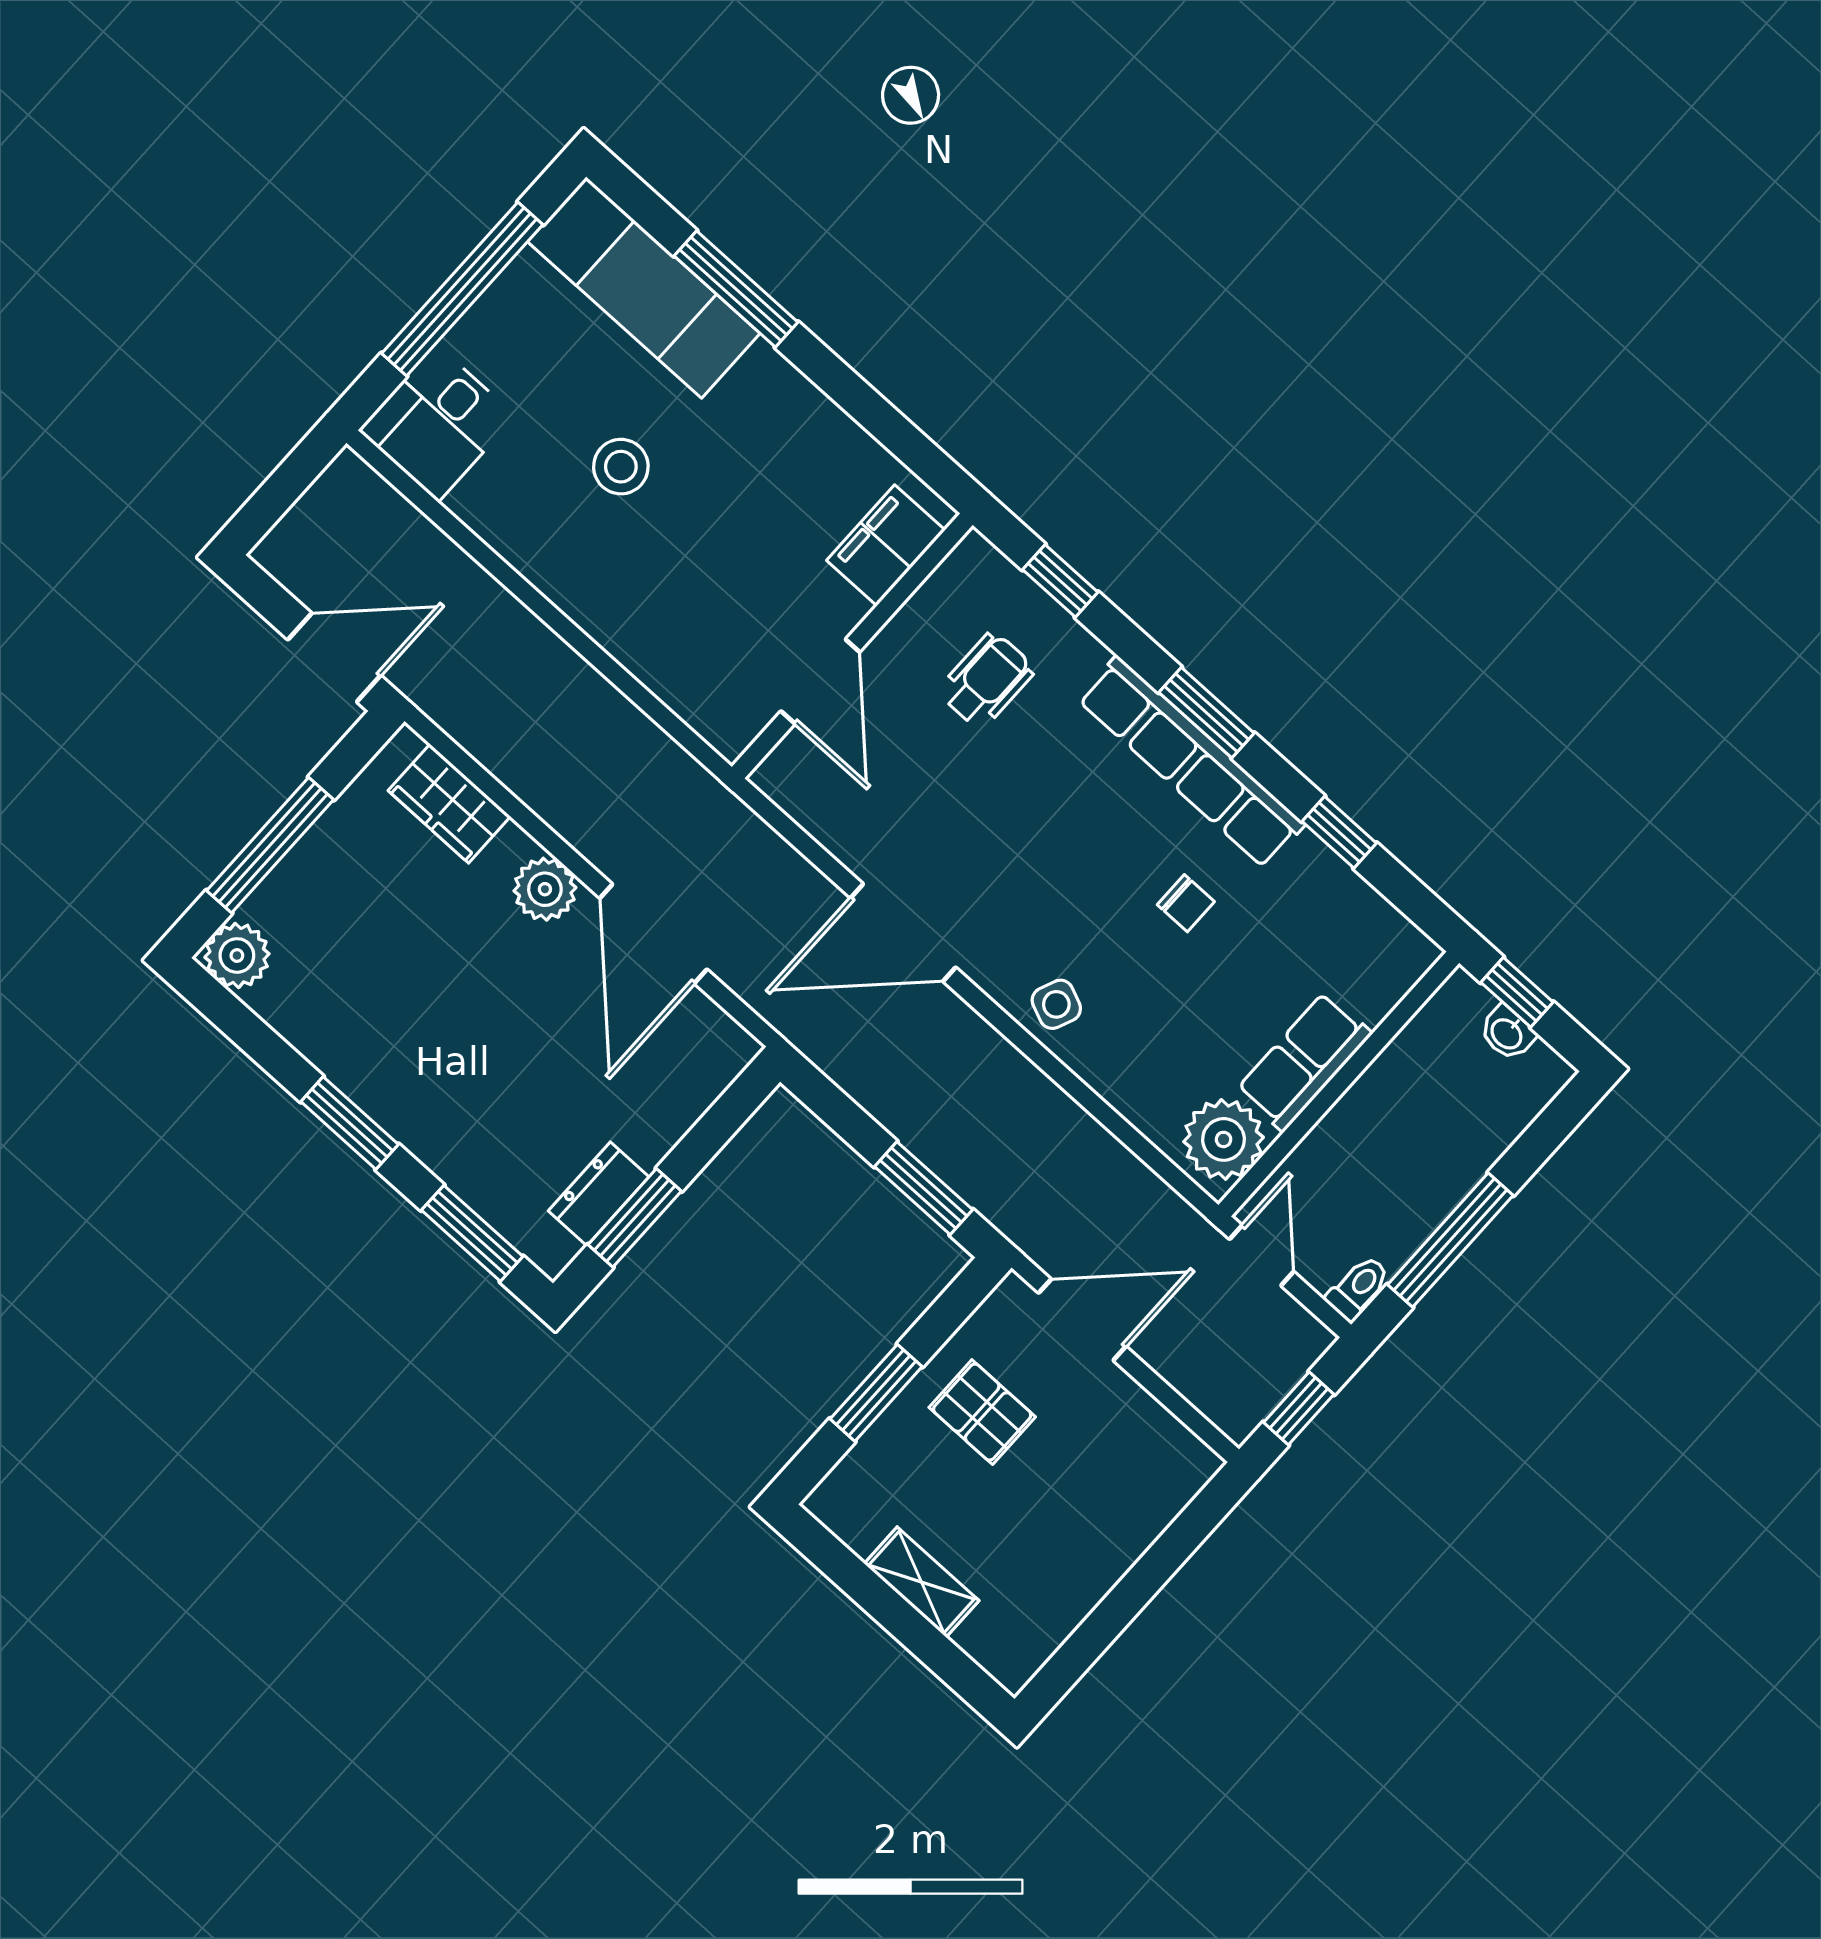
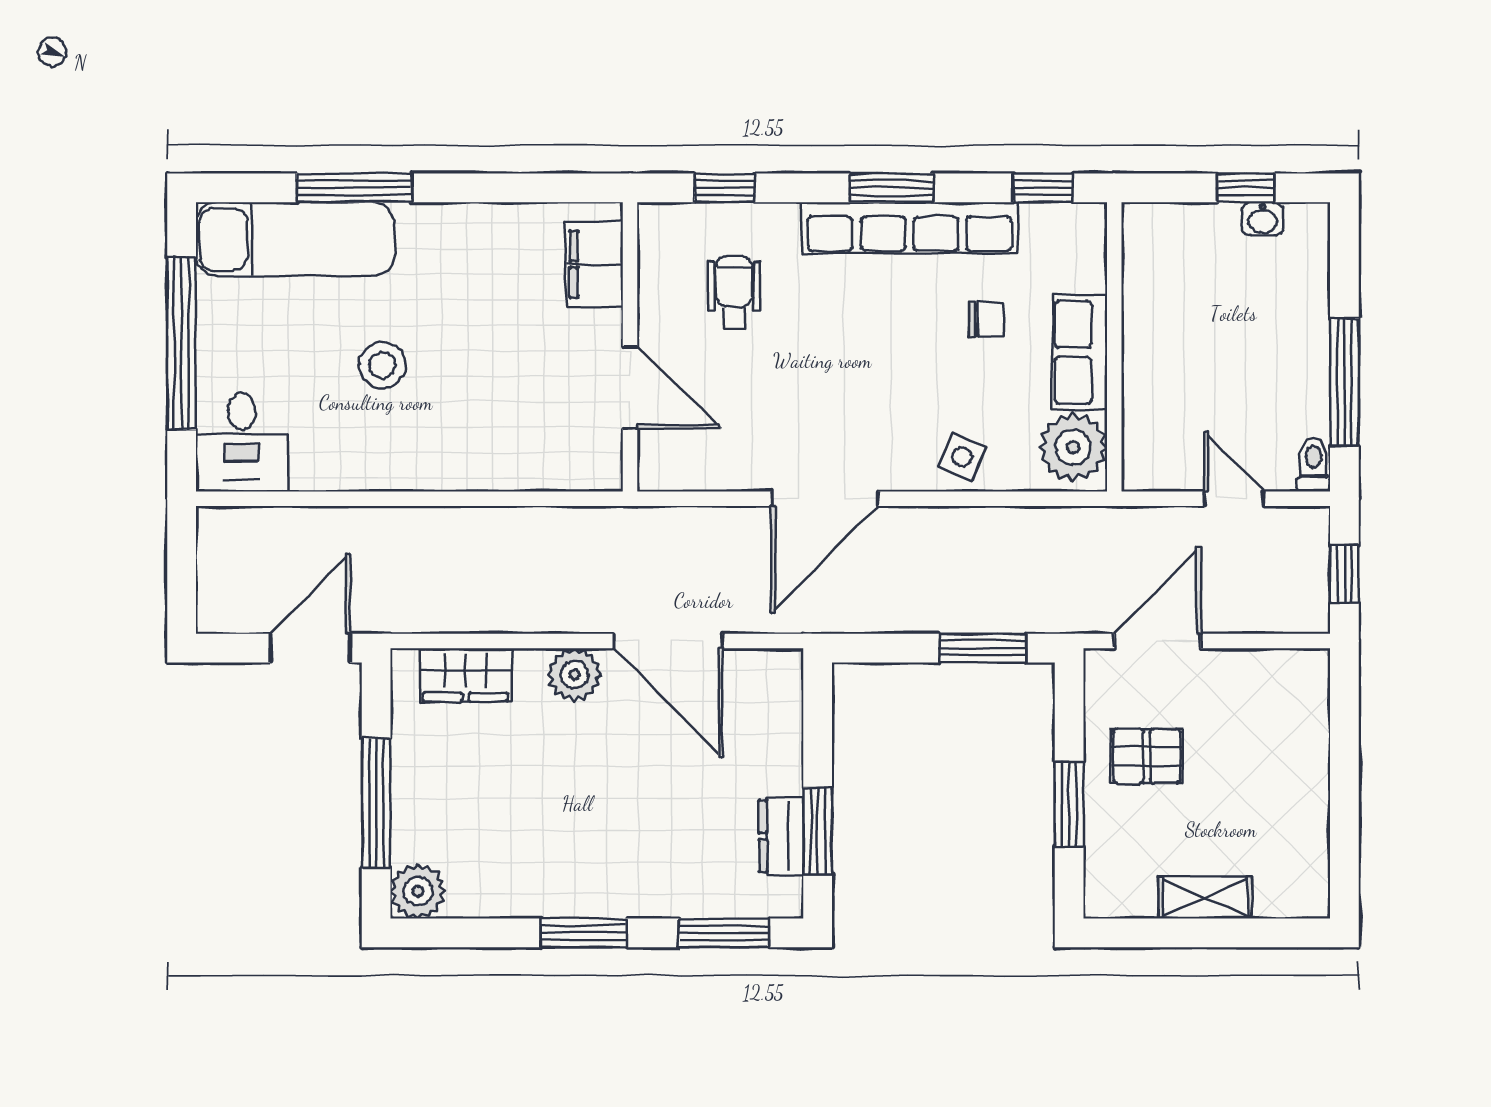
row of seats: (1304, 1062) -> (1080, 352), moved
wall: (1339, 1084) -> (1114, 347), moved
plant: (1224, 1139) -> (1073, 447), moved

